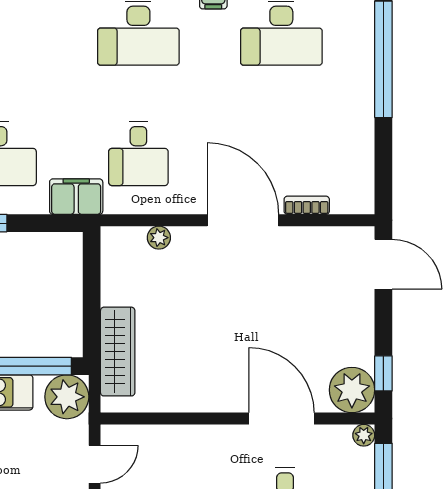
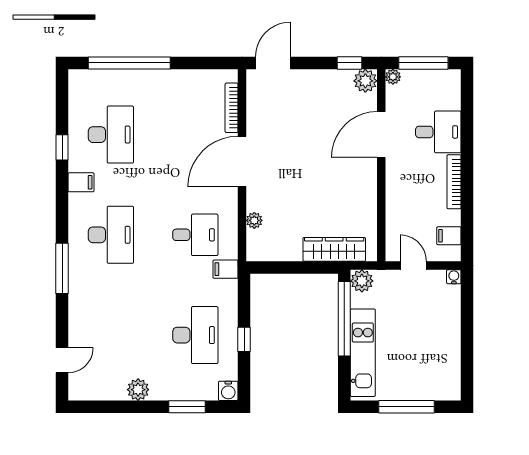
filing cabinet: (76, 197) -> (226, 269), width x0.50
bookcase: (307, 205) -> (232, 108), width x1.56
plant: (352, 390) -> (365, 81), width x0.73, depth x0.73
plant: (67, 397) -> (362, 281), width x0.73, depth x0.73

